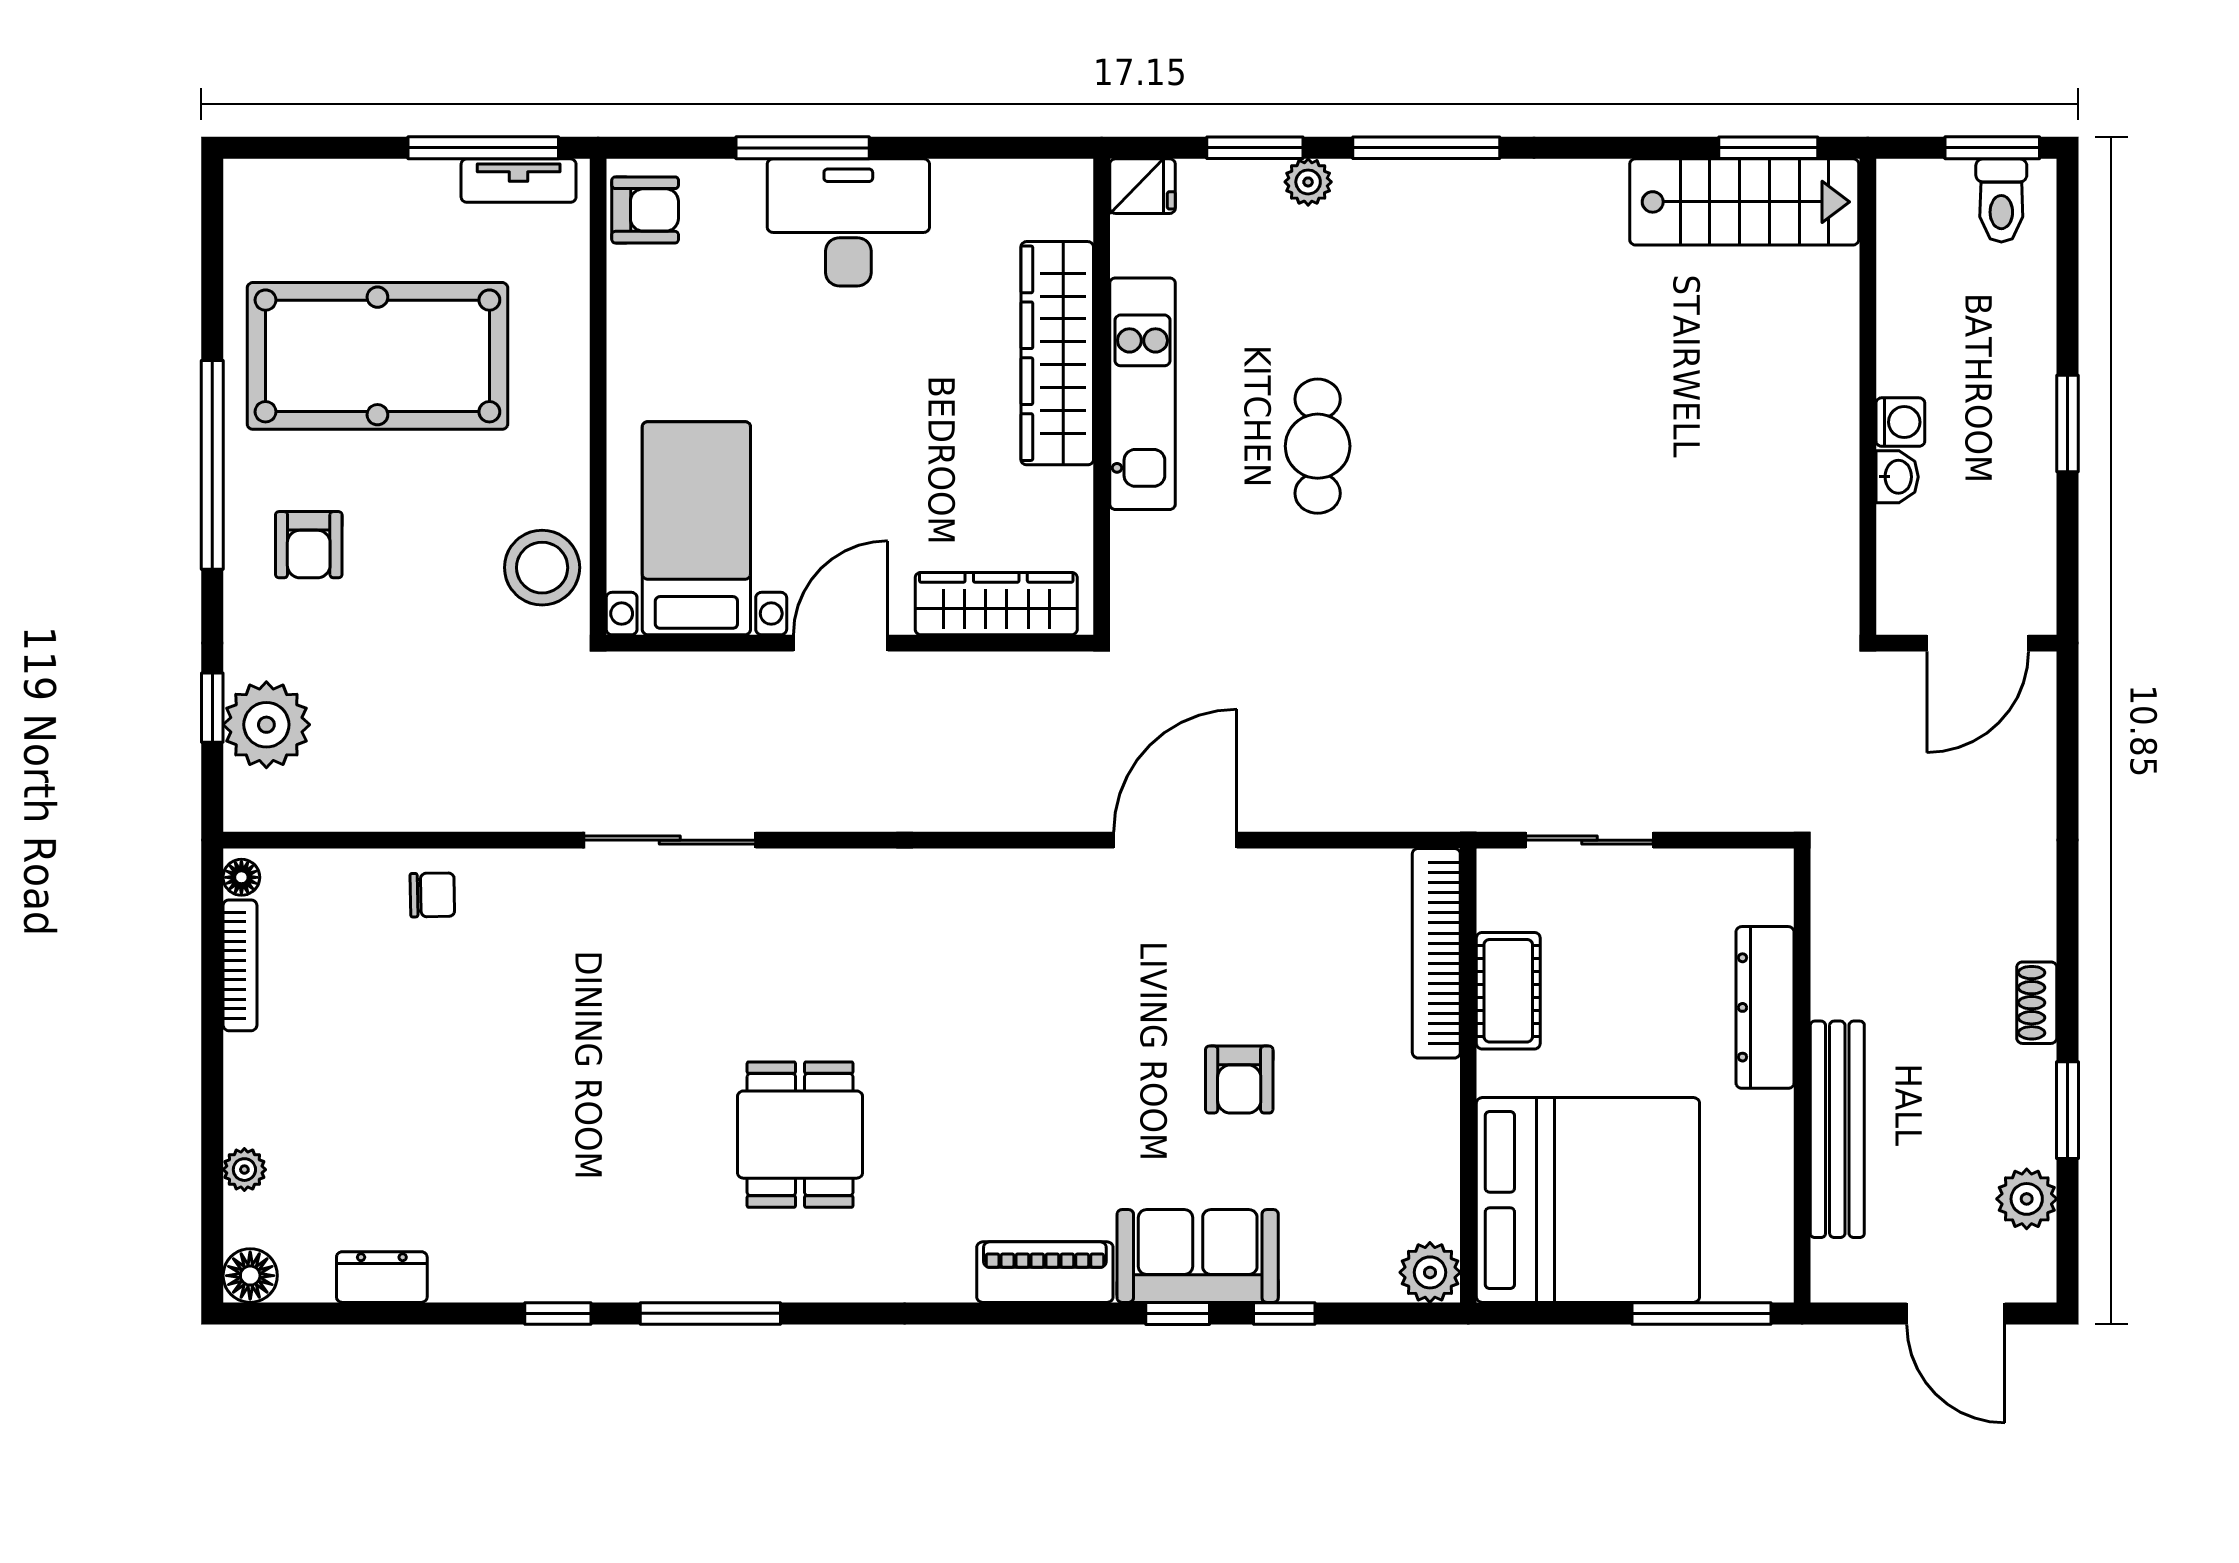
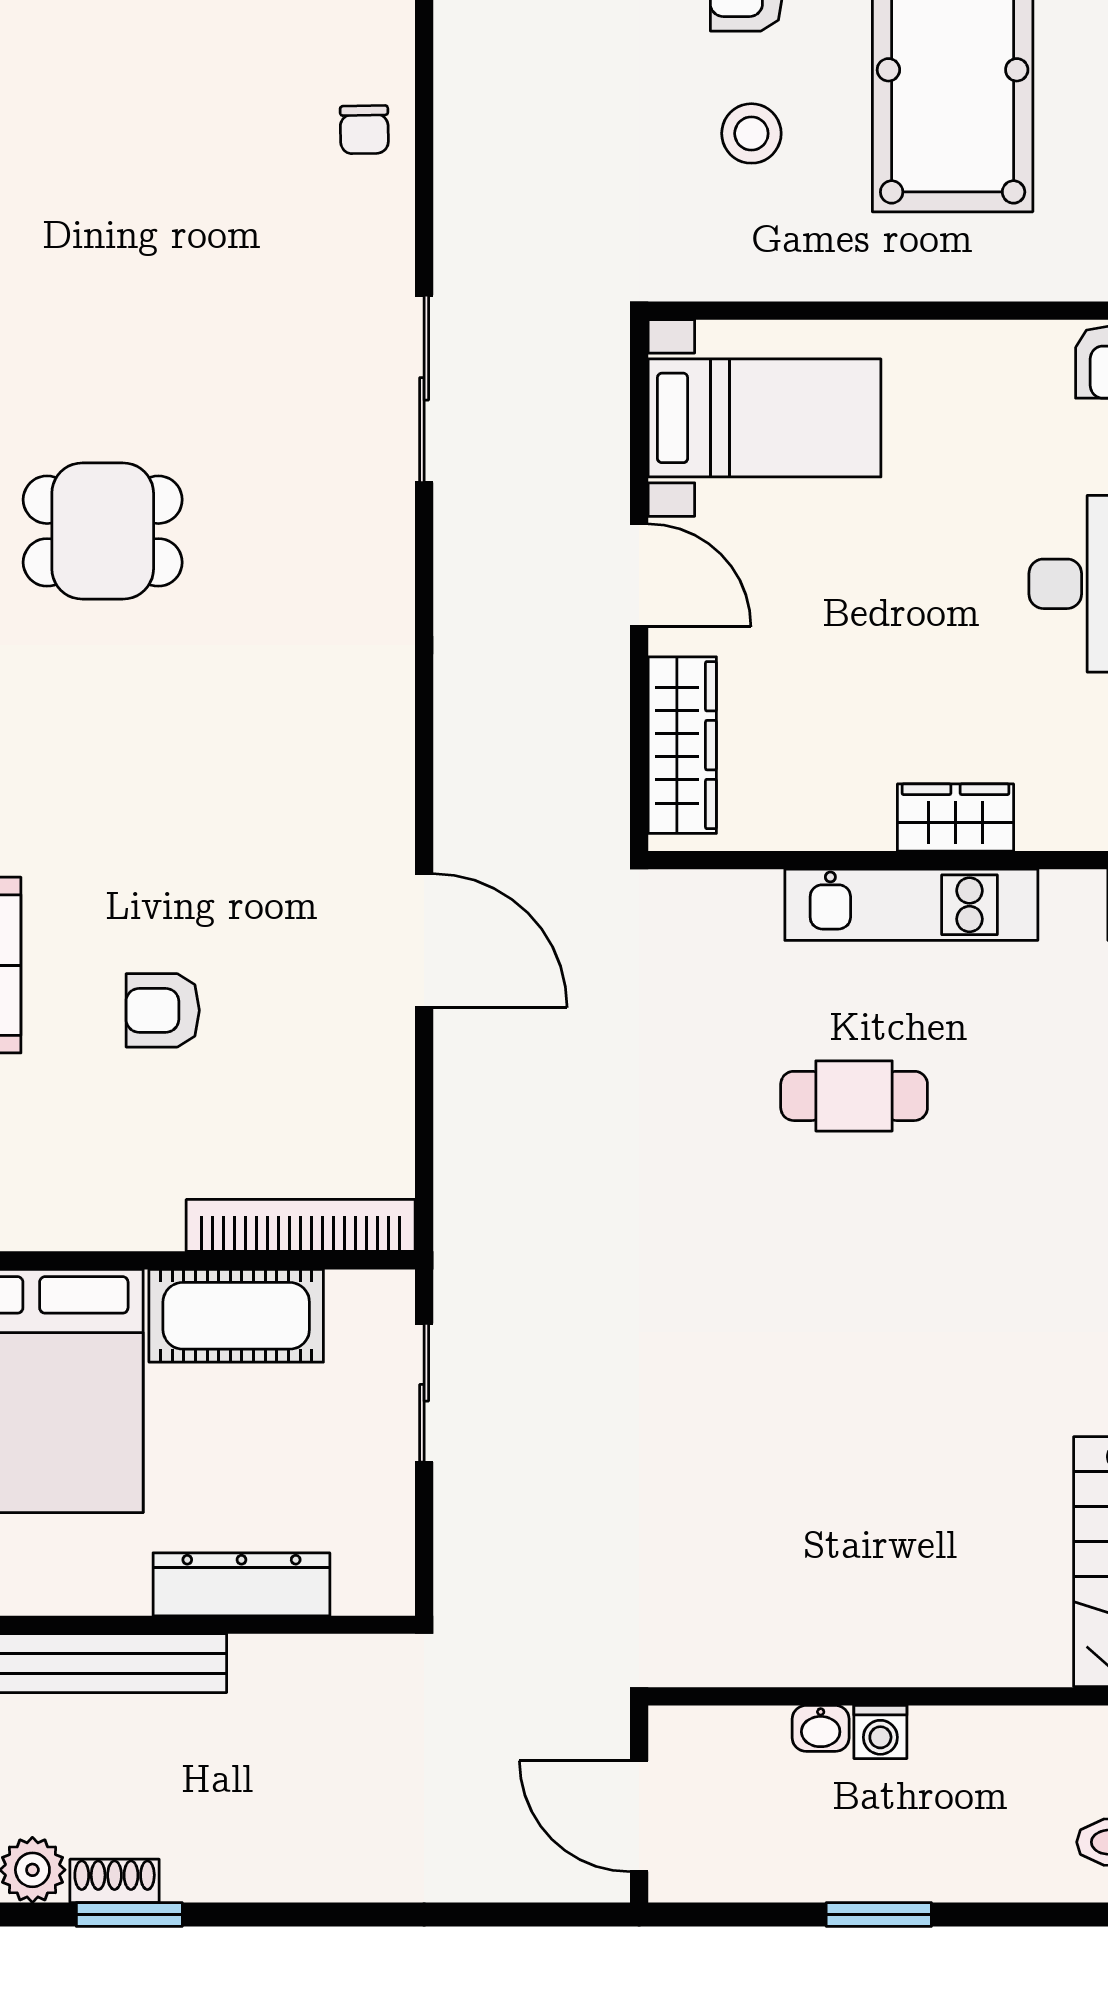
wardrobe: (1057, 353) -> (956, 818), width x0.48, depth x0.85
stool: (542, 568) -> (751, 133), moved, width x0.73, depth x0.73
cot: (1508, 991) -> (236, 1316), width x1.37, depth x1.34
shoe rack: (2037, 1003) -> (115, 1881), moved

